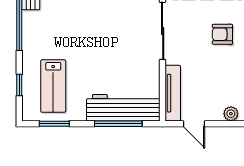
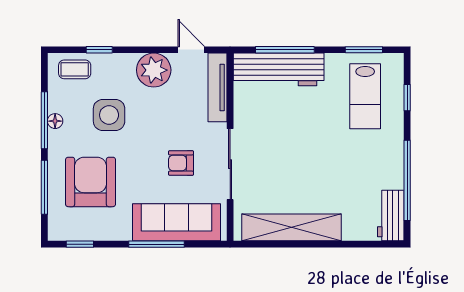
armchair: (222, 34) -> (181, 163), moved, turned 180
lab bench: (53, 86) -> (365, 96), turned 180
plant: (231, 114) -> (154, 70), width x1.88, depth x1.88

